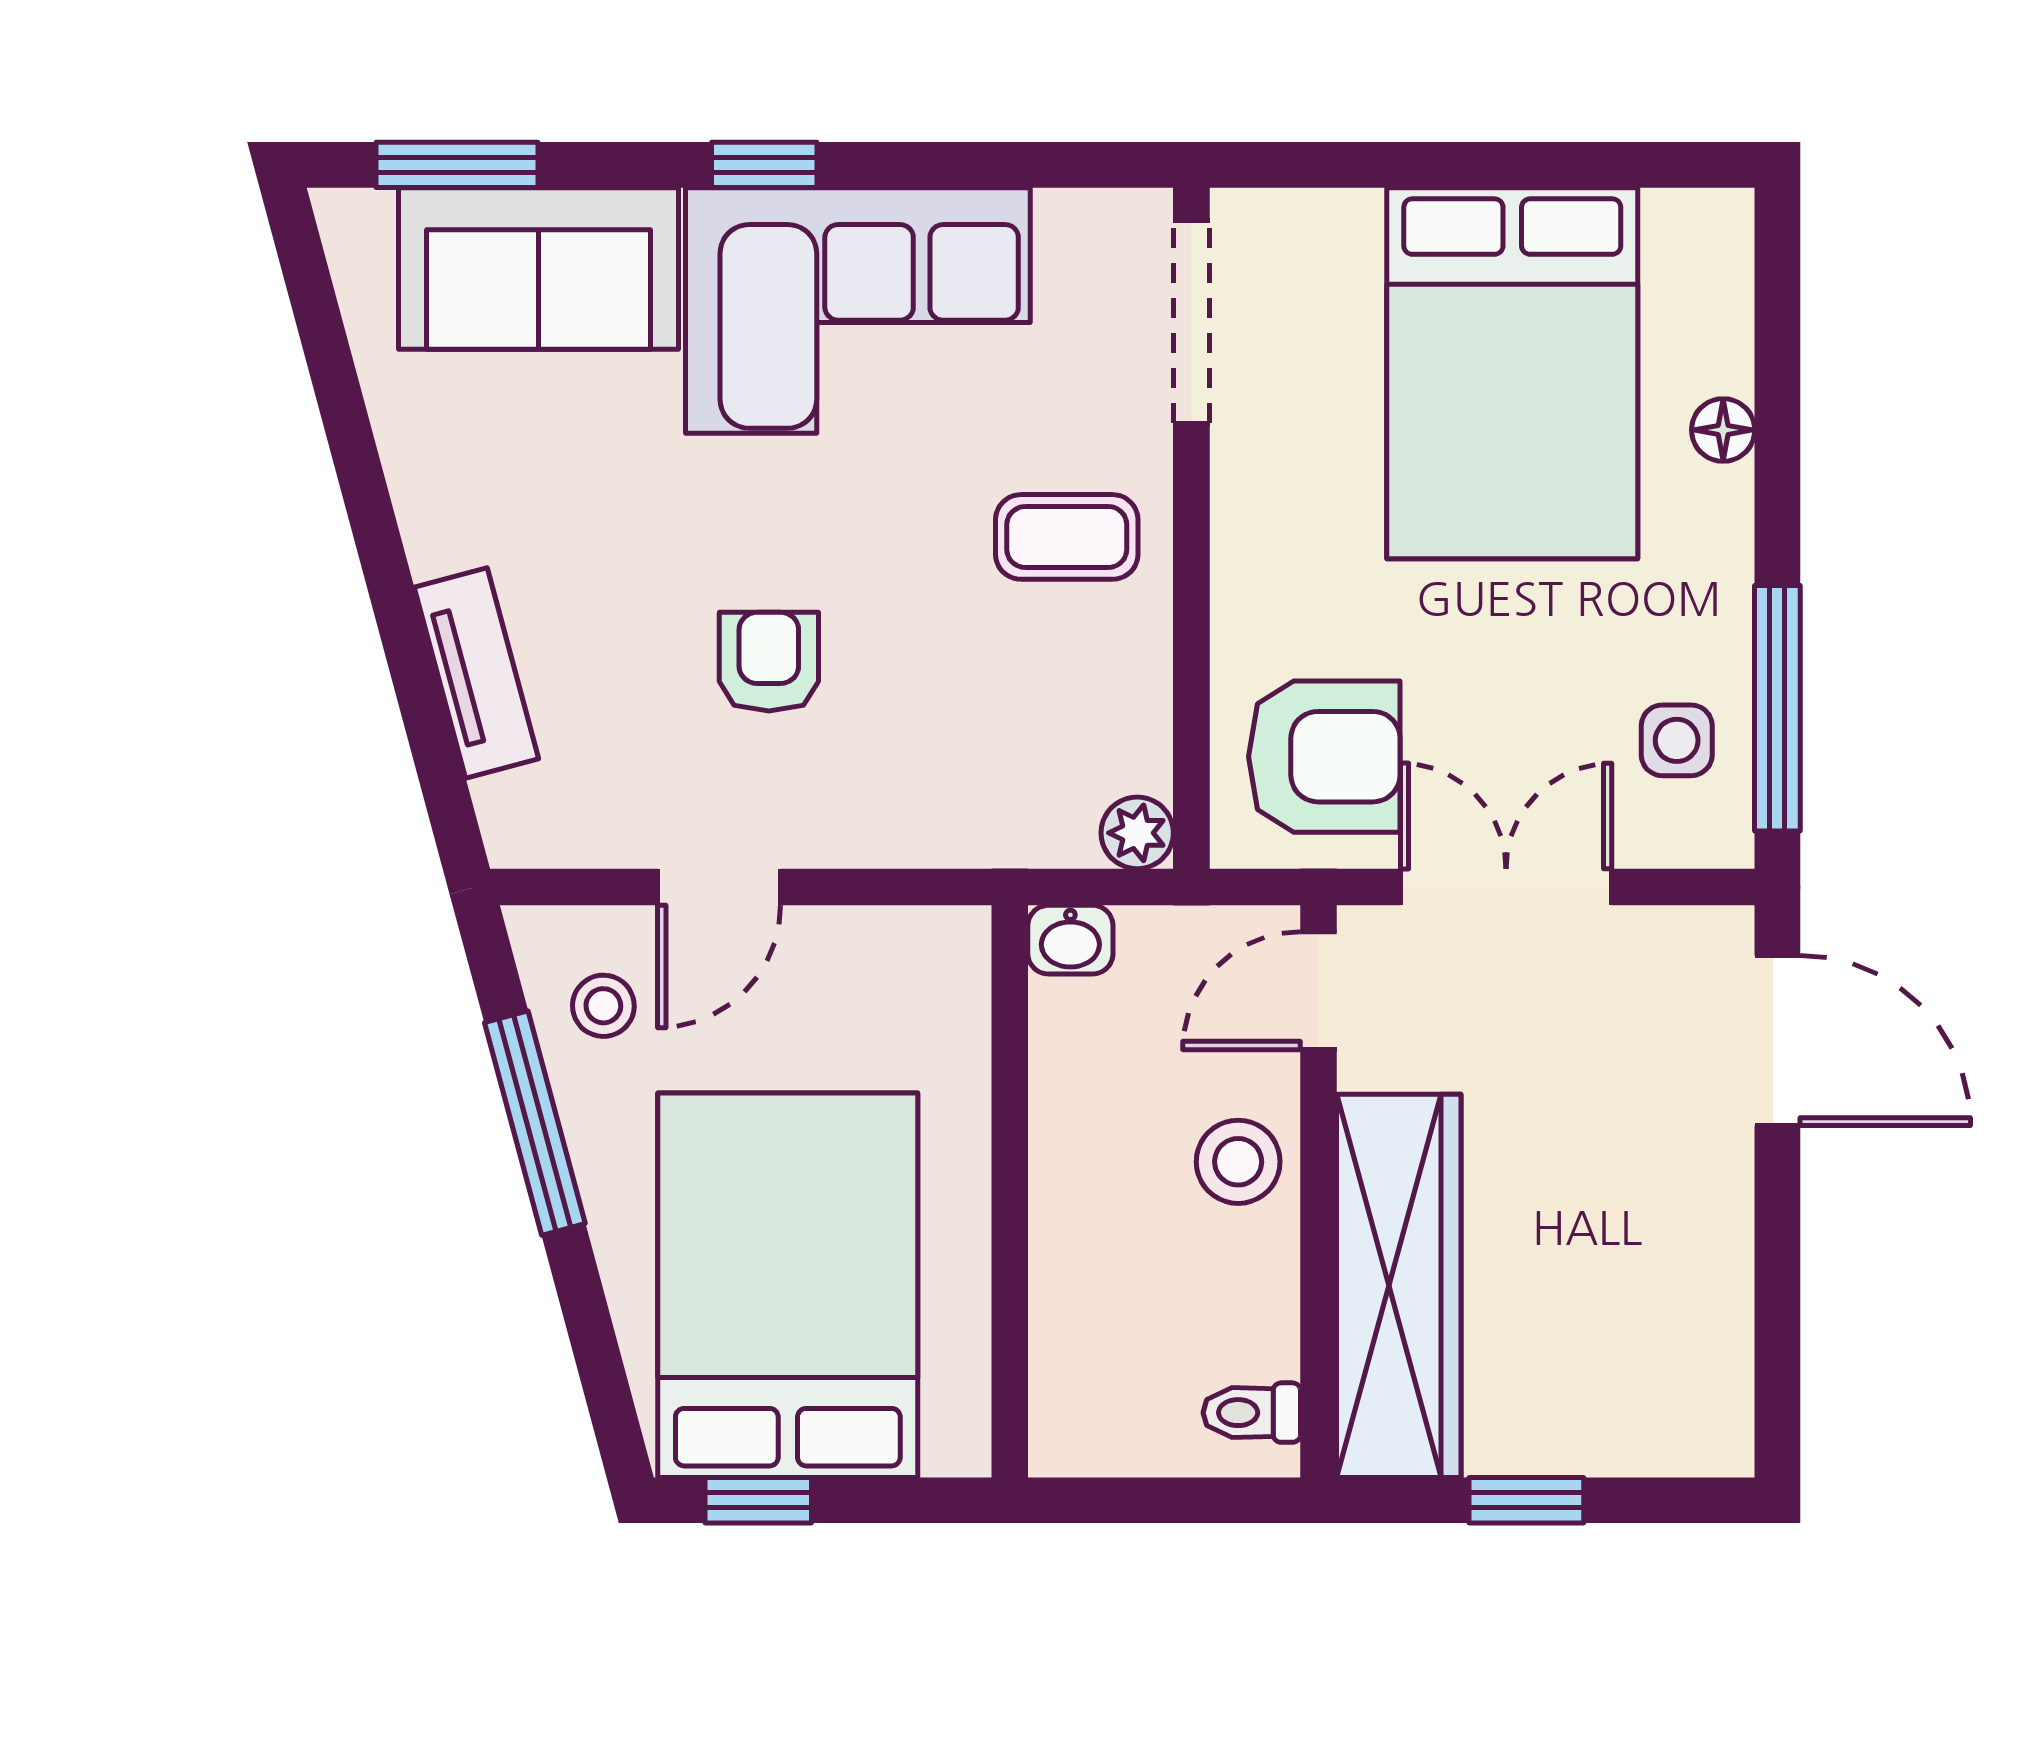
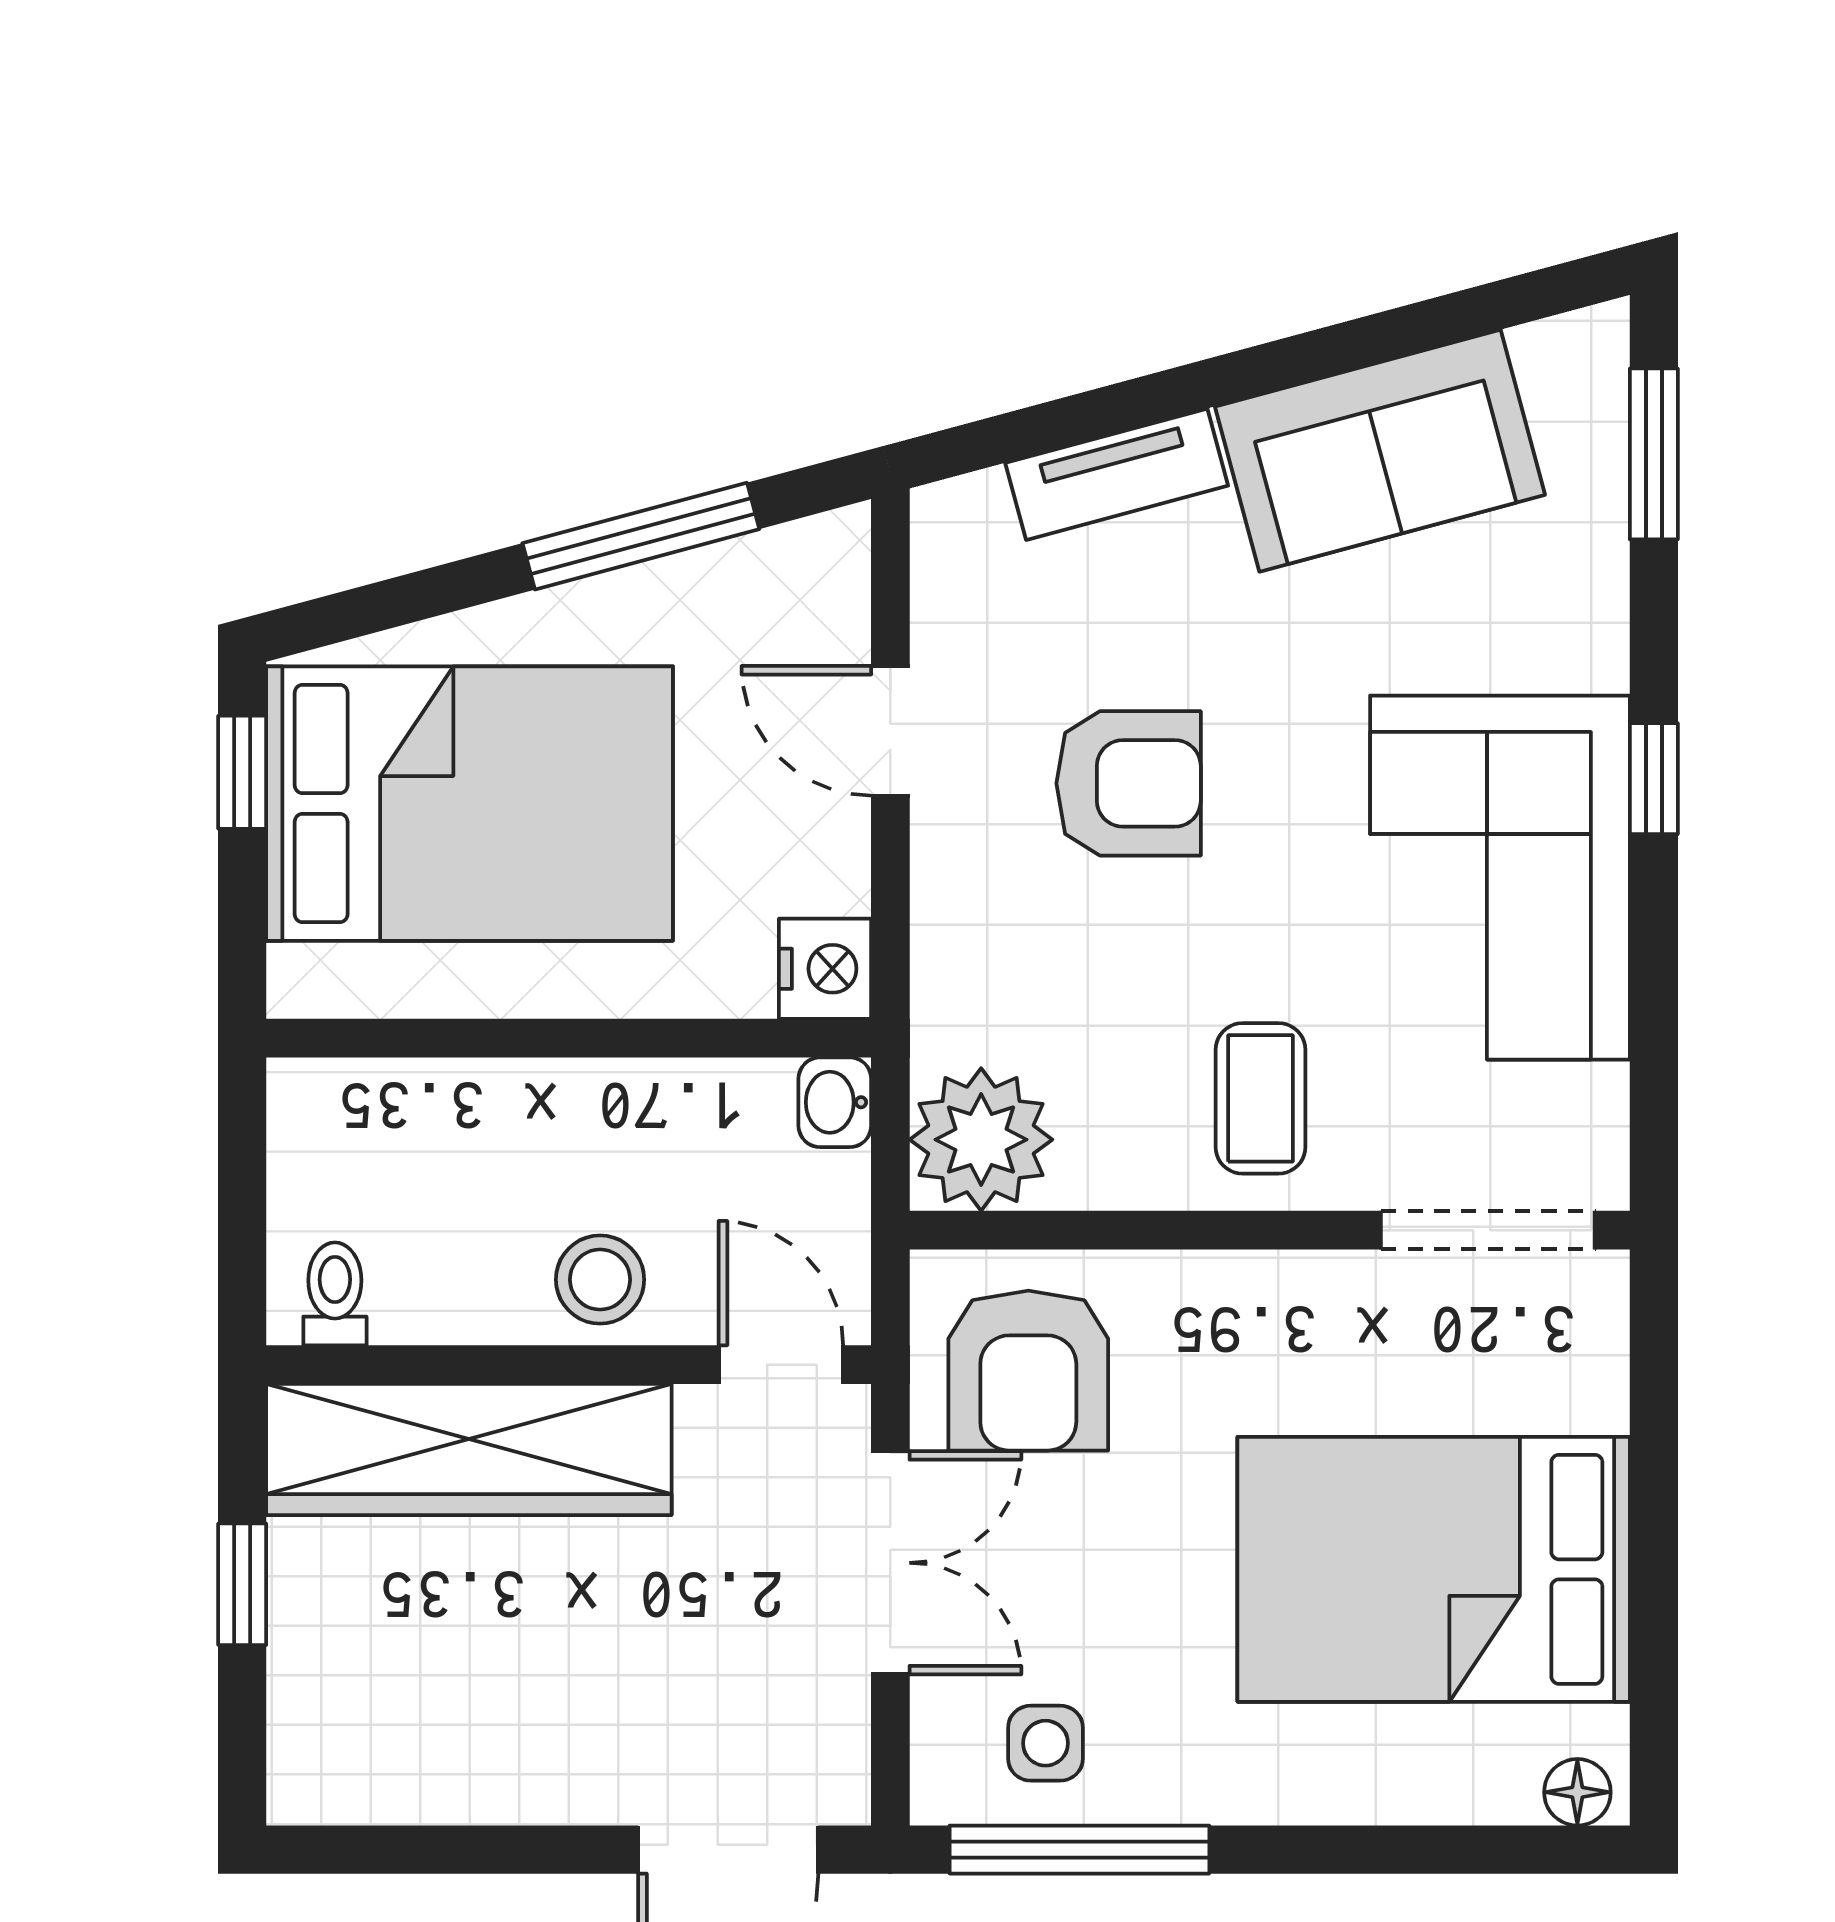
sofa: (539, 269) -> (1380, 451), moved, turned -105
floor lamp: (1723, 430) -> (1577, 1792), moved
armchair: (769, 662) -> (1129, 783), width x1.38, depth x1.38
plant: (1137, 833) -> (981, 1140), width x1.87, depth x1.87
nightstand: (944, 949) -> (825, 969), added
stool: (603, 1006) -> (765, 609), removed

